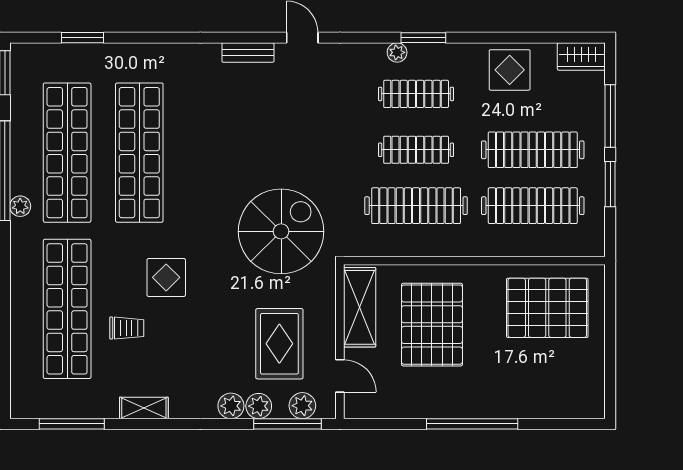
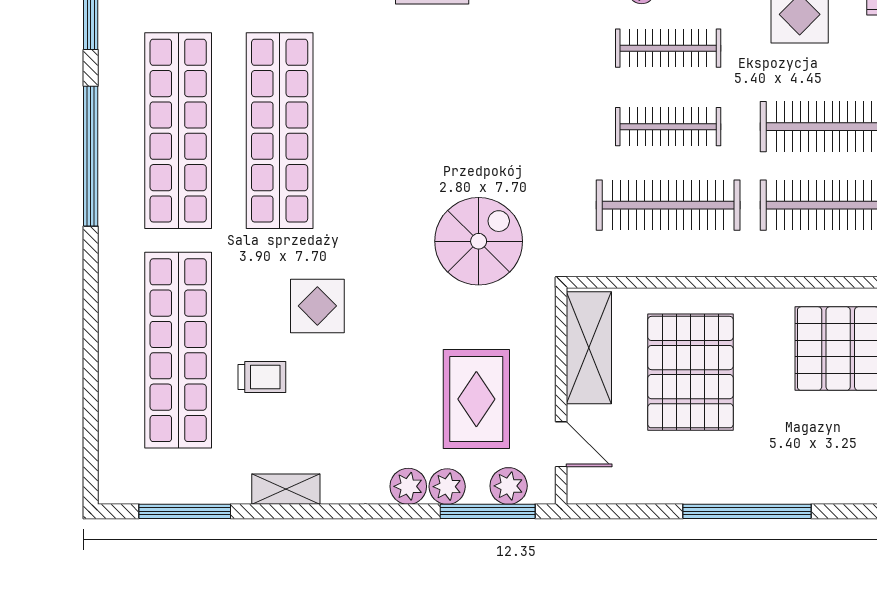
plant: (20, 206) -> (112, 206), removed
spiral stairs: (281, 231) -> (479, 241), width x0.73, depth x0.73

